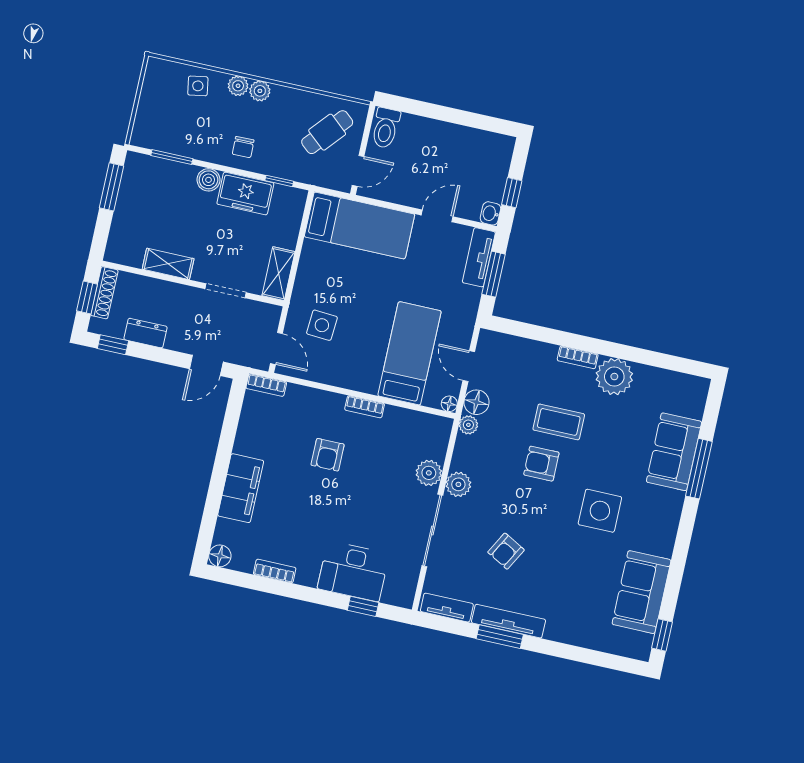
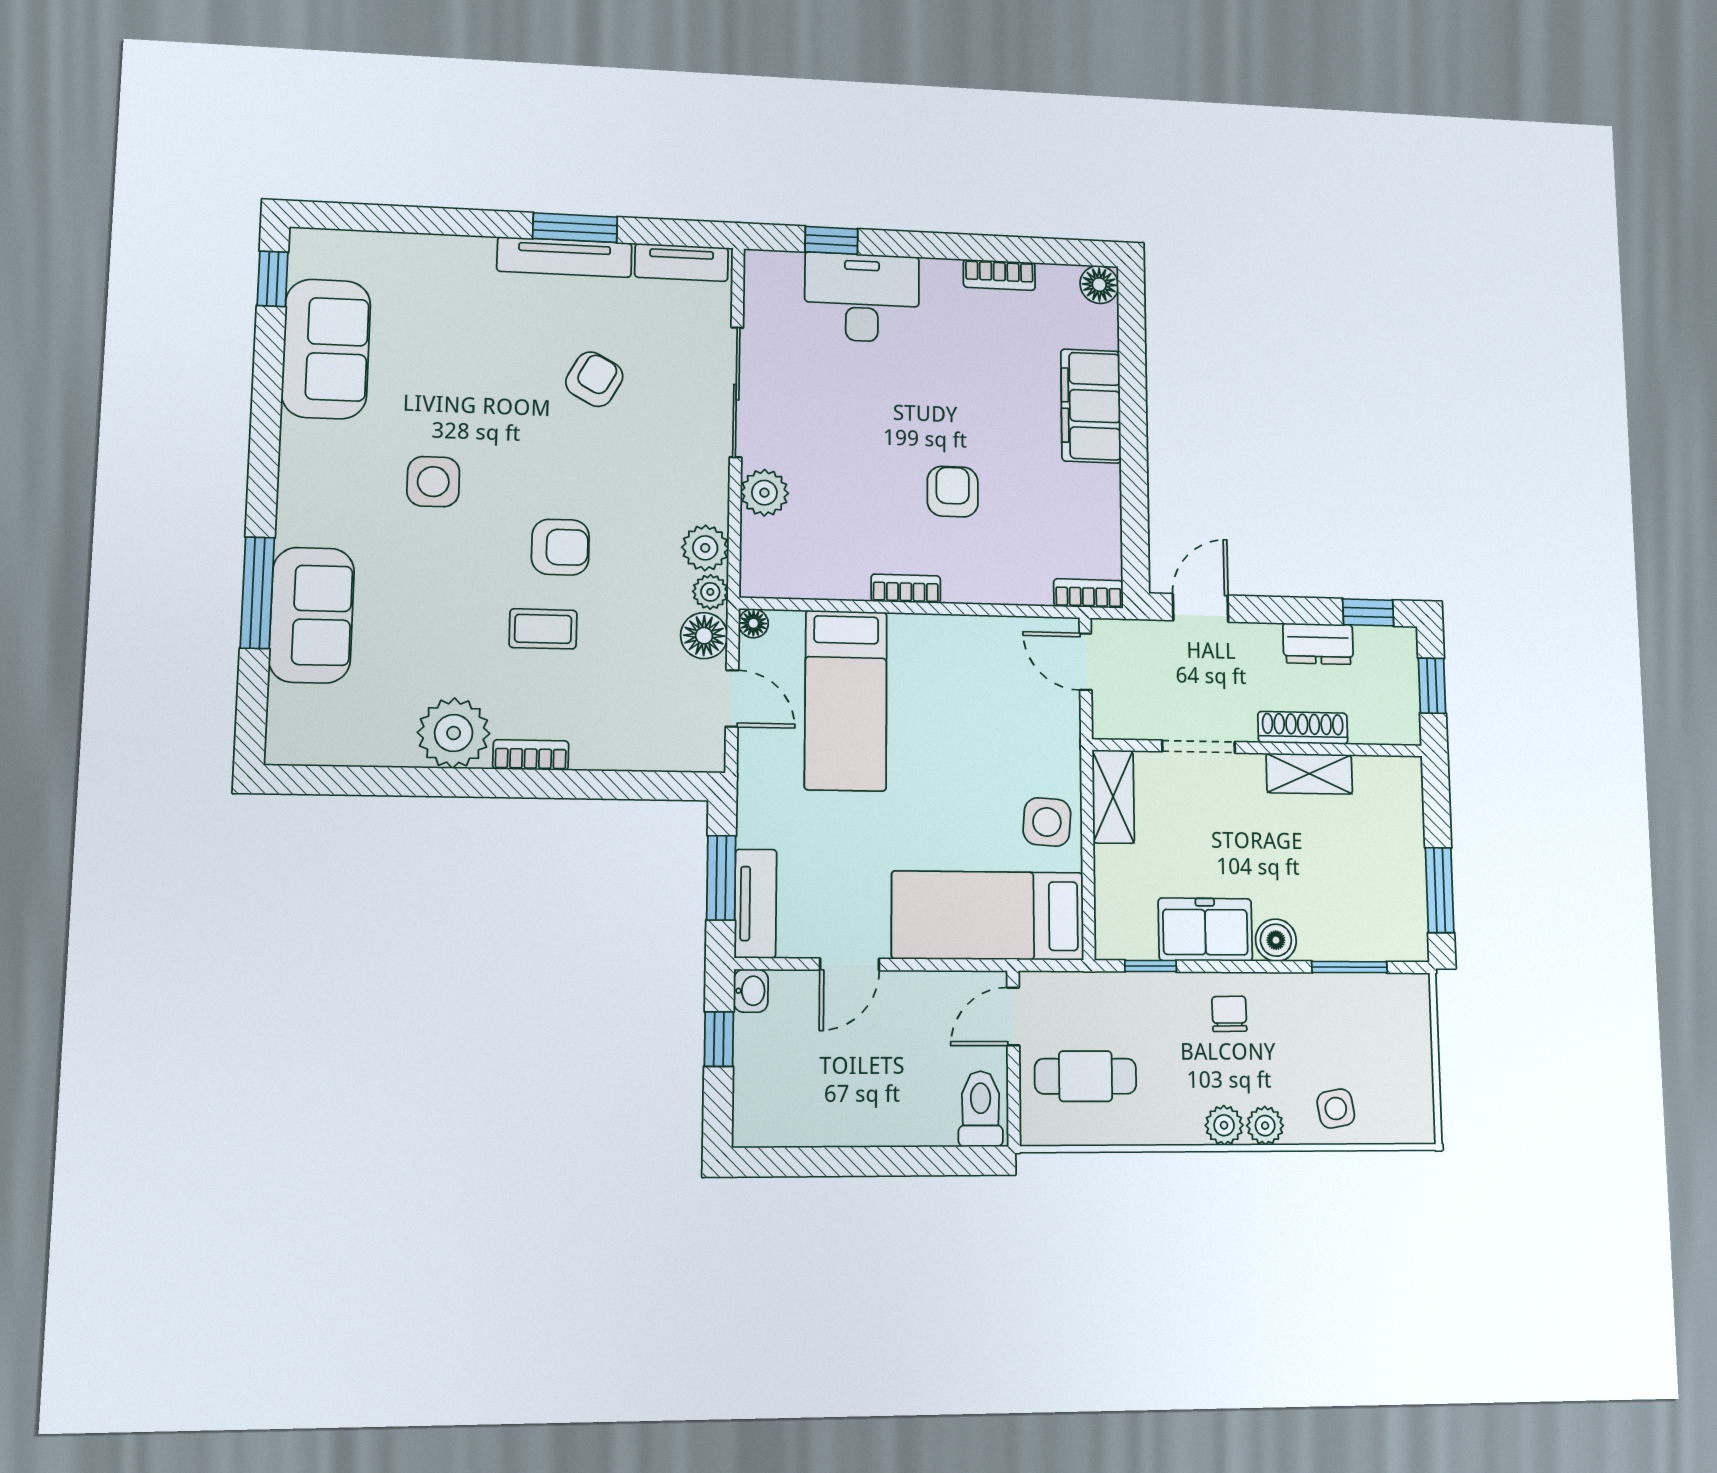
cafe table: (327, 132) -> (1085, 1076), turned 49
shoe rack: (104, 293) -> (1303, 728), moved, turned 90
side table: (322, 325) -> (1047, 822), moved
coffee table: (559, 422) -> (543, 629), width x0.73, depth x0.77
plant: (458, 484) -> (705, 548), moved
side table: (600, 511) -> (433, 482), width x0.73, depth x0.73

